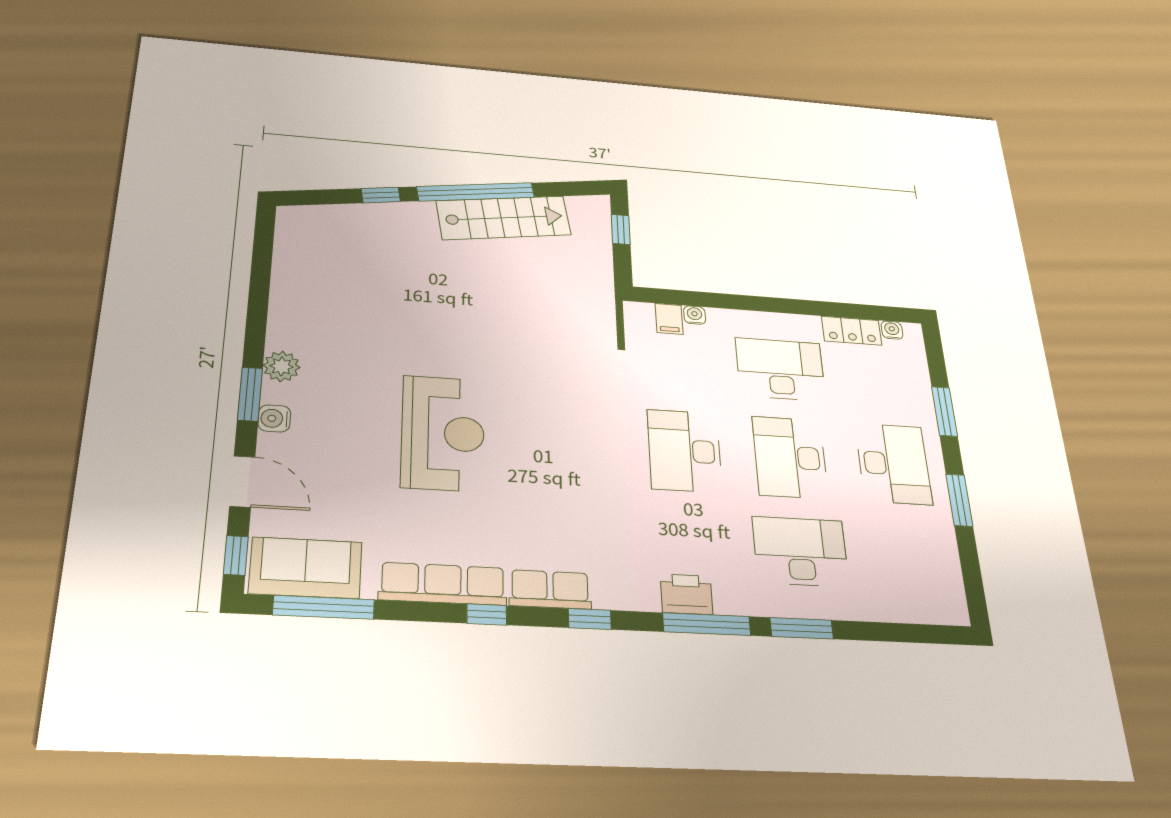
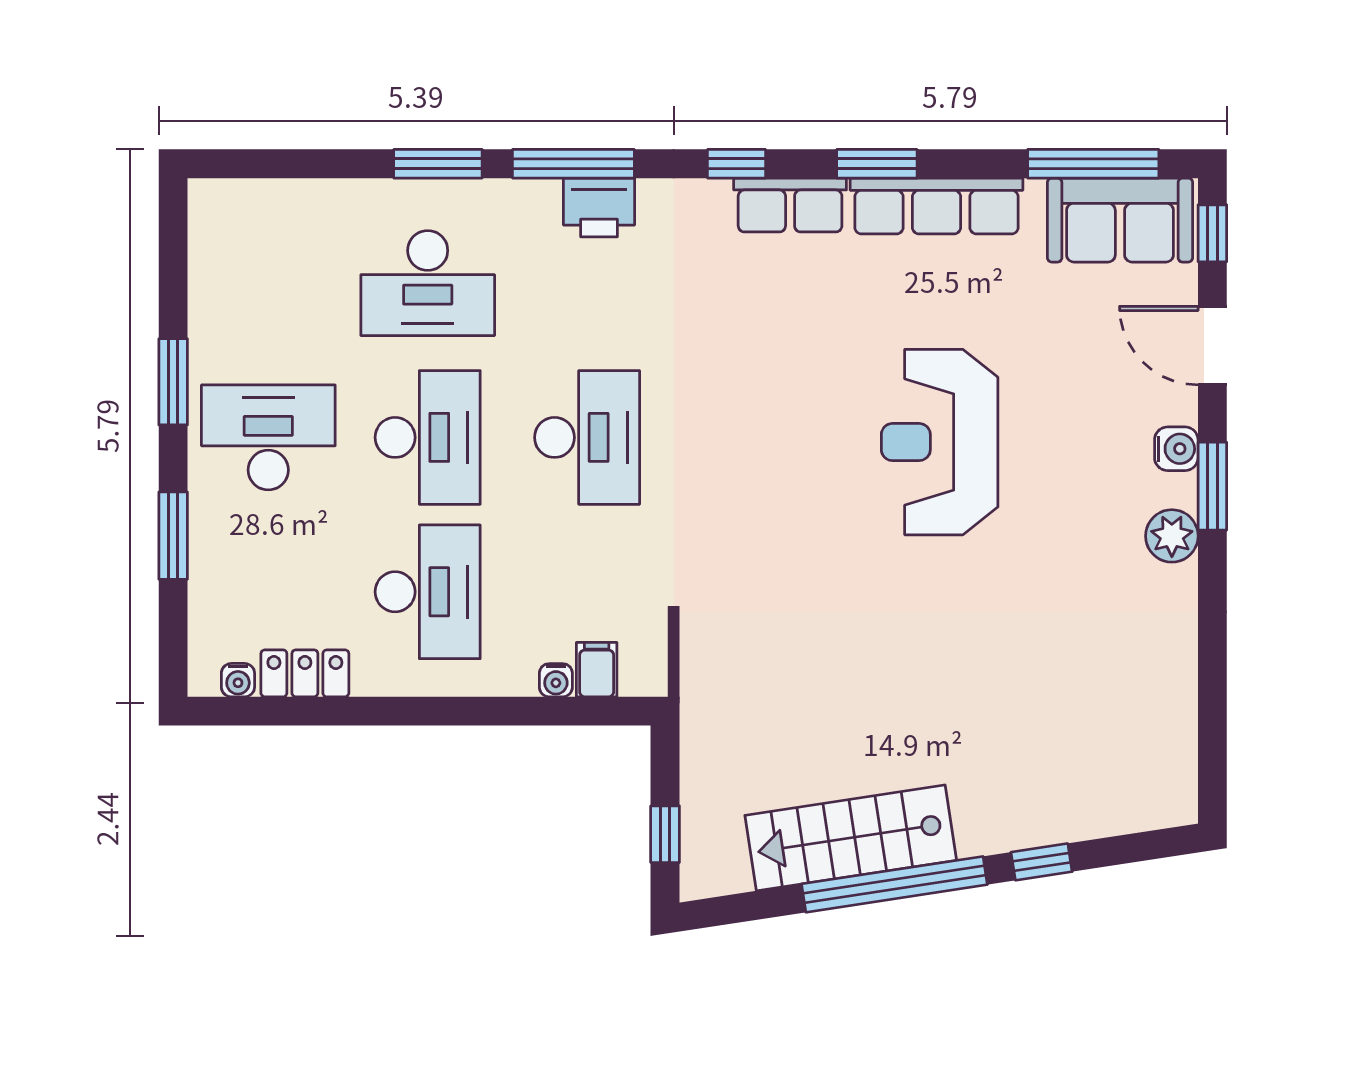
desk: (780, 369) -> (428, 592), turned -90
desk: (893, 464) -> (268, 437), turned 90
window: (487, 614) -> (877, 164), width x1.50

